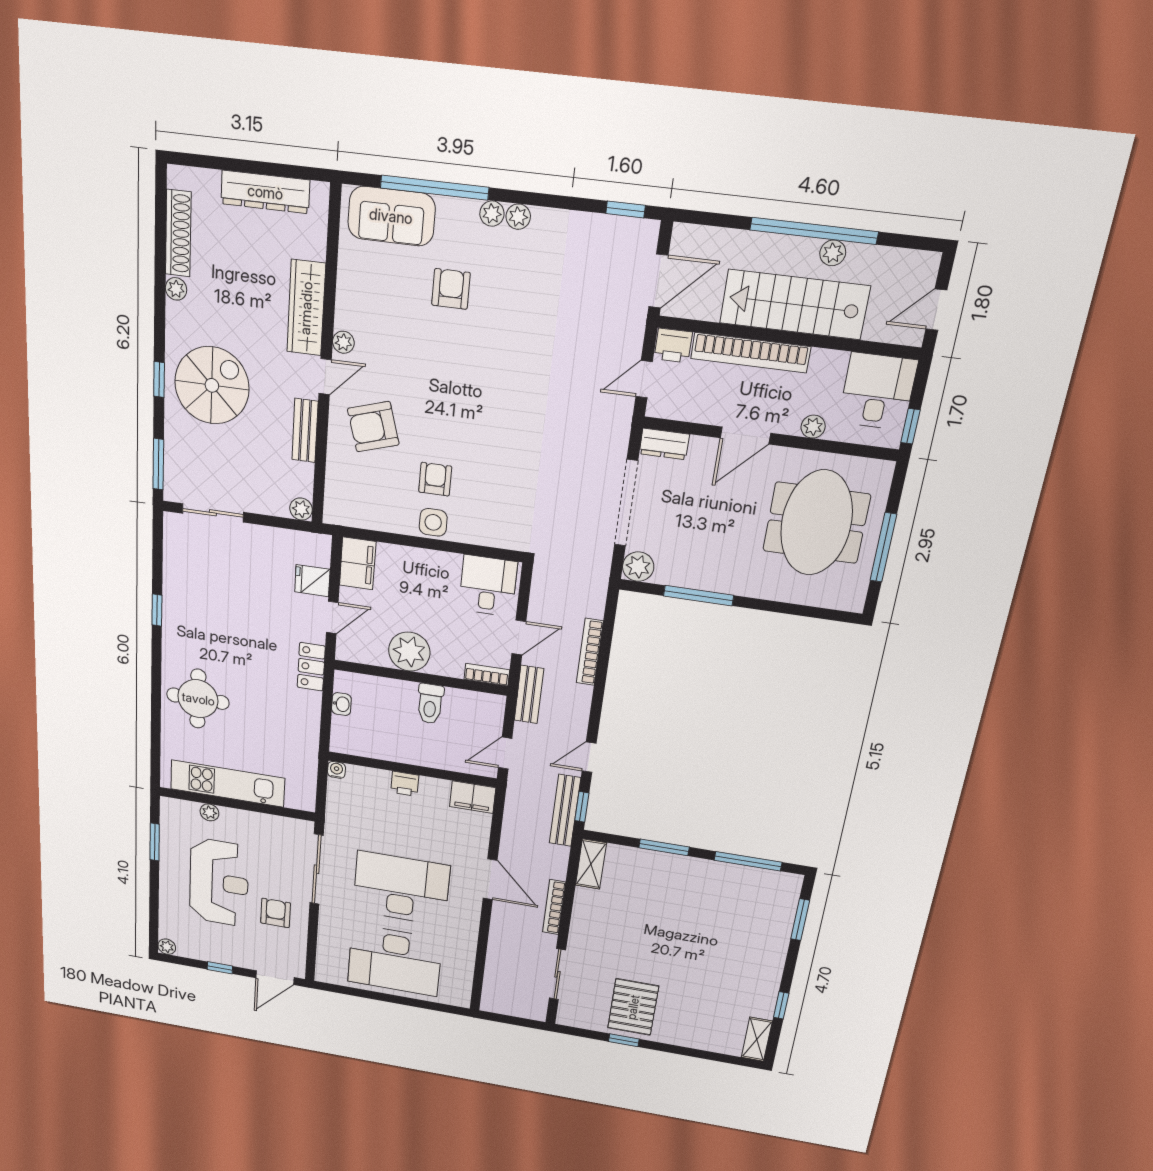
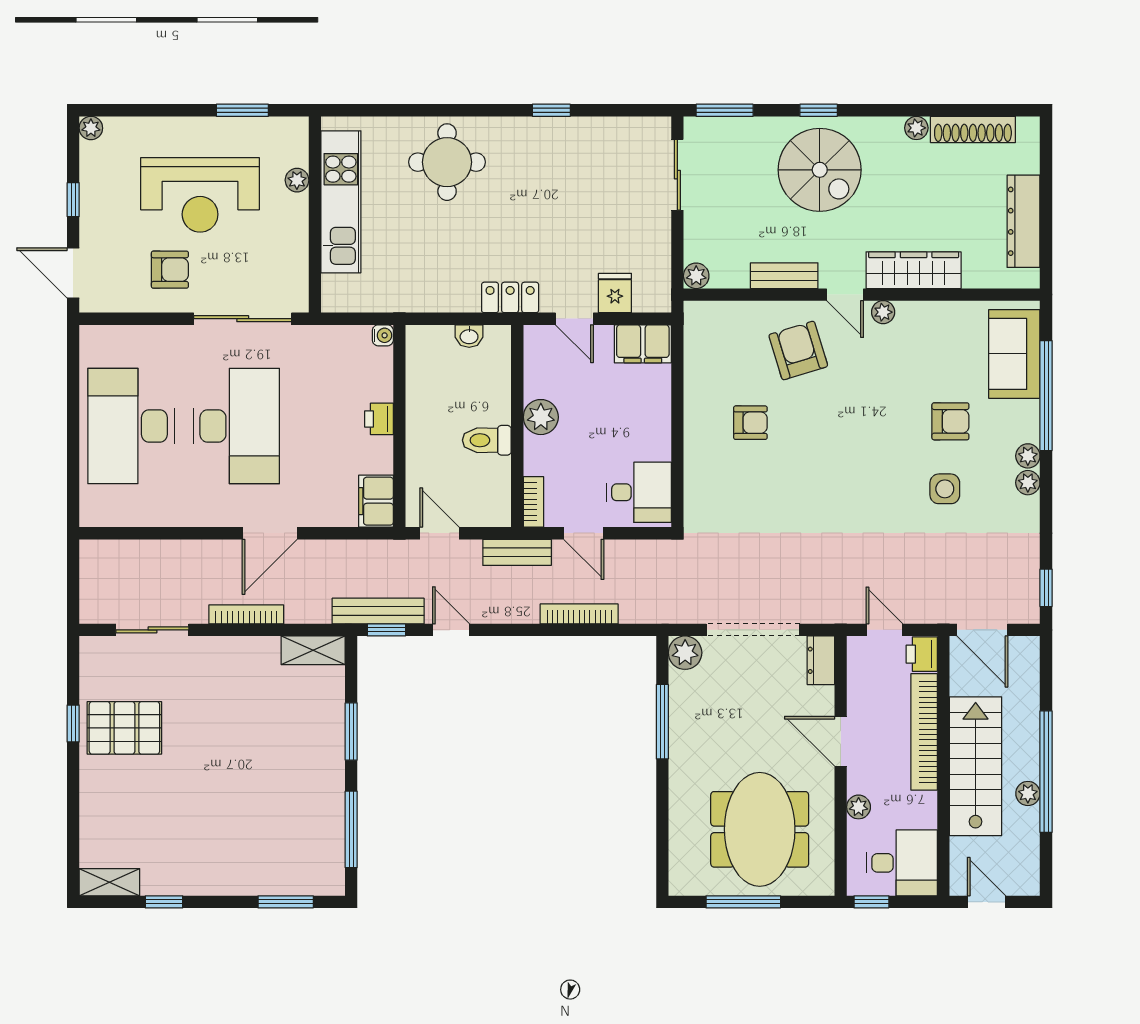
side table: (433, 522) -> (945, 489), moved
meeting table: (816, 523) -> (760, 829), turned 90
plant: (409, 652) -> (541, 417), width x0.73, depth x0.73

